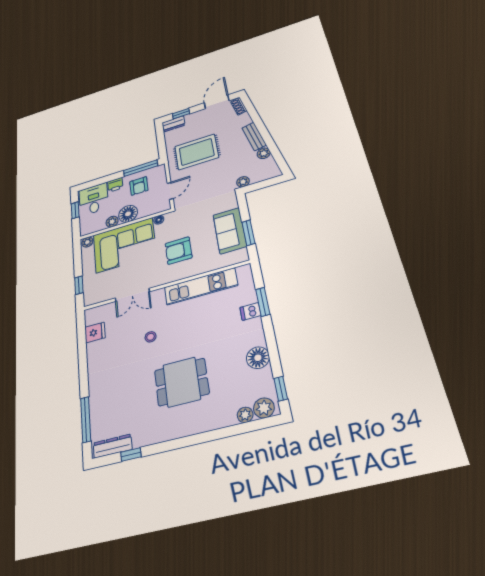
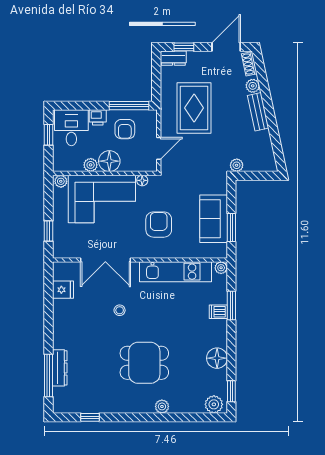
rug: (197, 152) -> (194, 108), turned 90
plant: (264, 153) -> (253, 86), moved
armchair: (179, 251) -> (159, 225), turned 90
plant: (245, 270) -> (221, 268), added
double door: (132, 295) -> (105, 260), width x1.37
plant: (245, 415) -> (162, 406), moved
dresser: (113, 446) -> (60, 368), moved, turned 90

